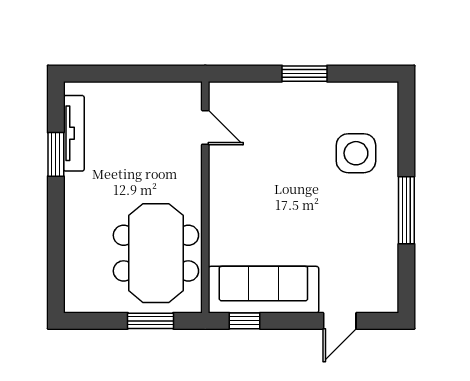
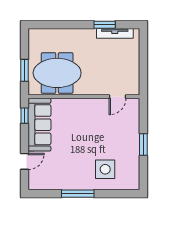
door: (340, 321) -> (24, 161), swing flipped

